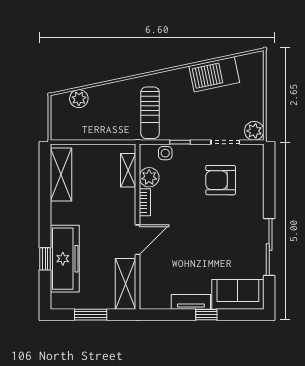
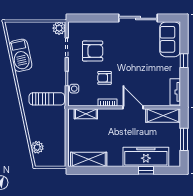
plant: (149, 177) -> (91, 100), removed
armchair: (221, 180) -> (93, 51), turned -90
armchair: (181, 198) -> (105, 78), added
tv unit: (191, 302) -> (175, 92), moved

